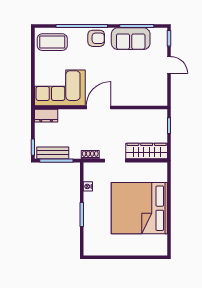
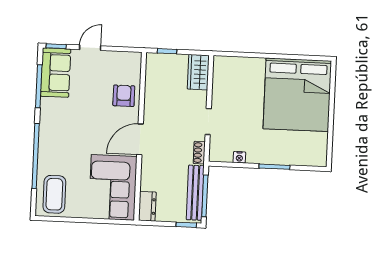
armchair: (96, 38) -> (124, 96), moved
sofa: (131, 39) -> (56, 73), moved
door: (99, 108) -> (140, 139), hinge flipped
wardrobe: (147, 151) -> (198, 72), width x0.67
bench: (53, 153) -> (195, 193), width x1.36
bed: (139, 208) -> (297, 95), moved

